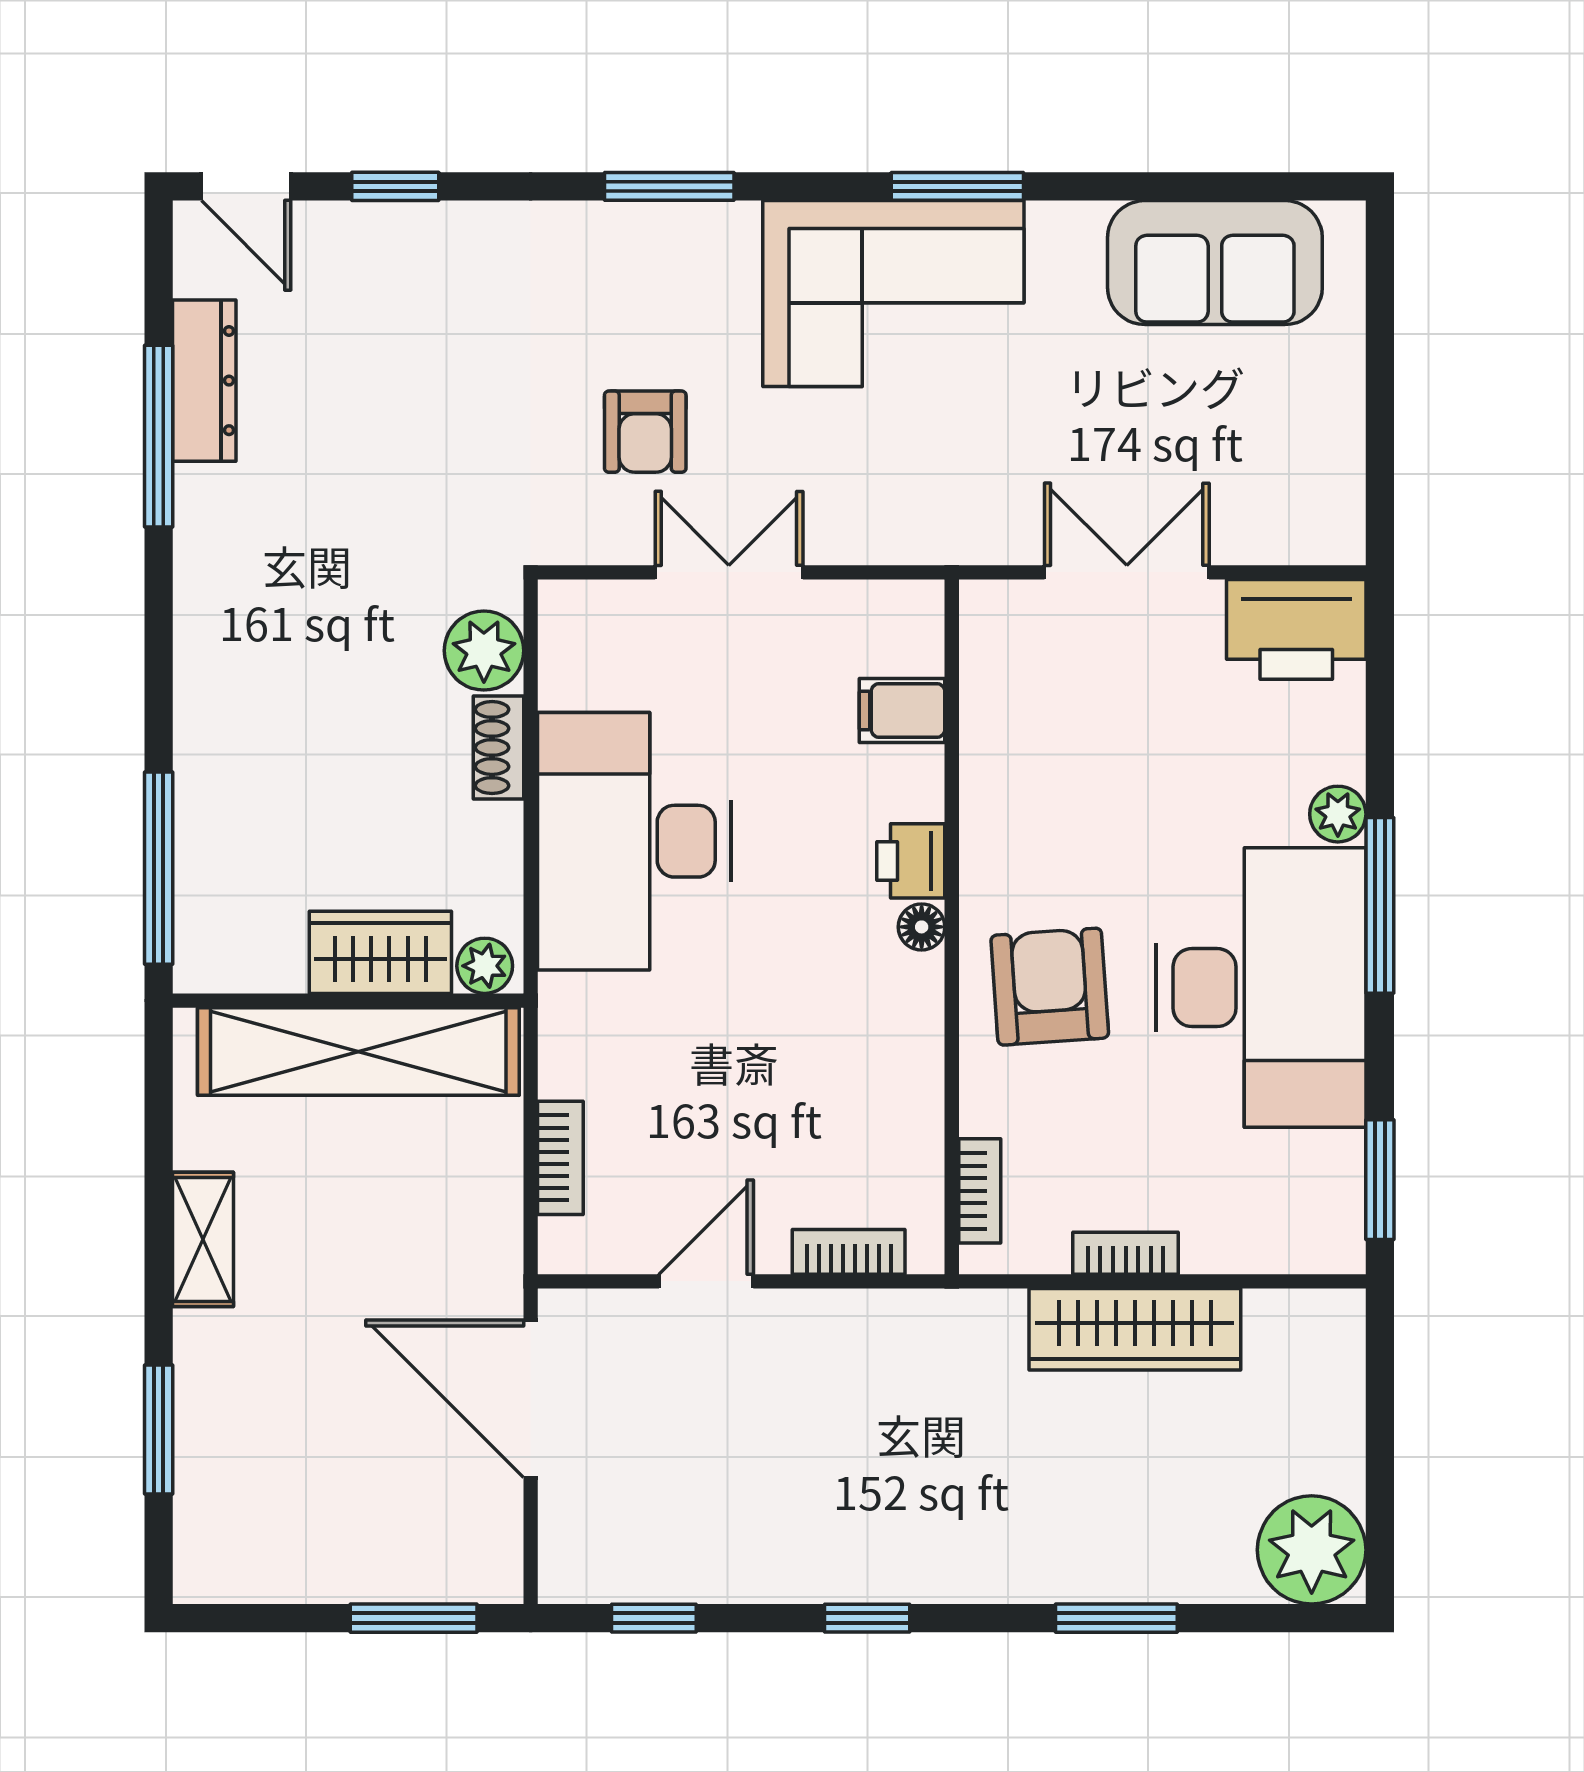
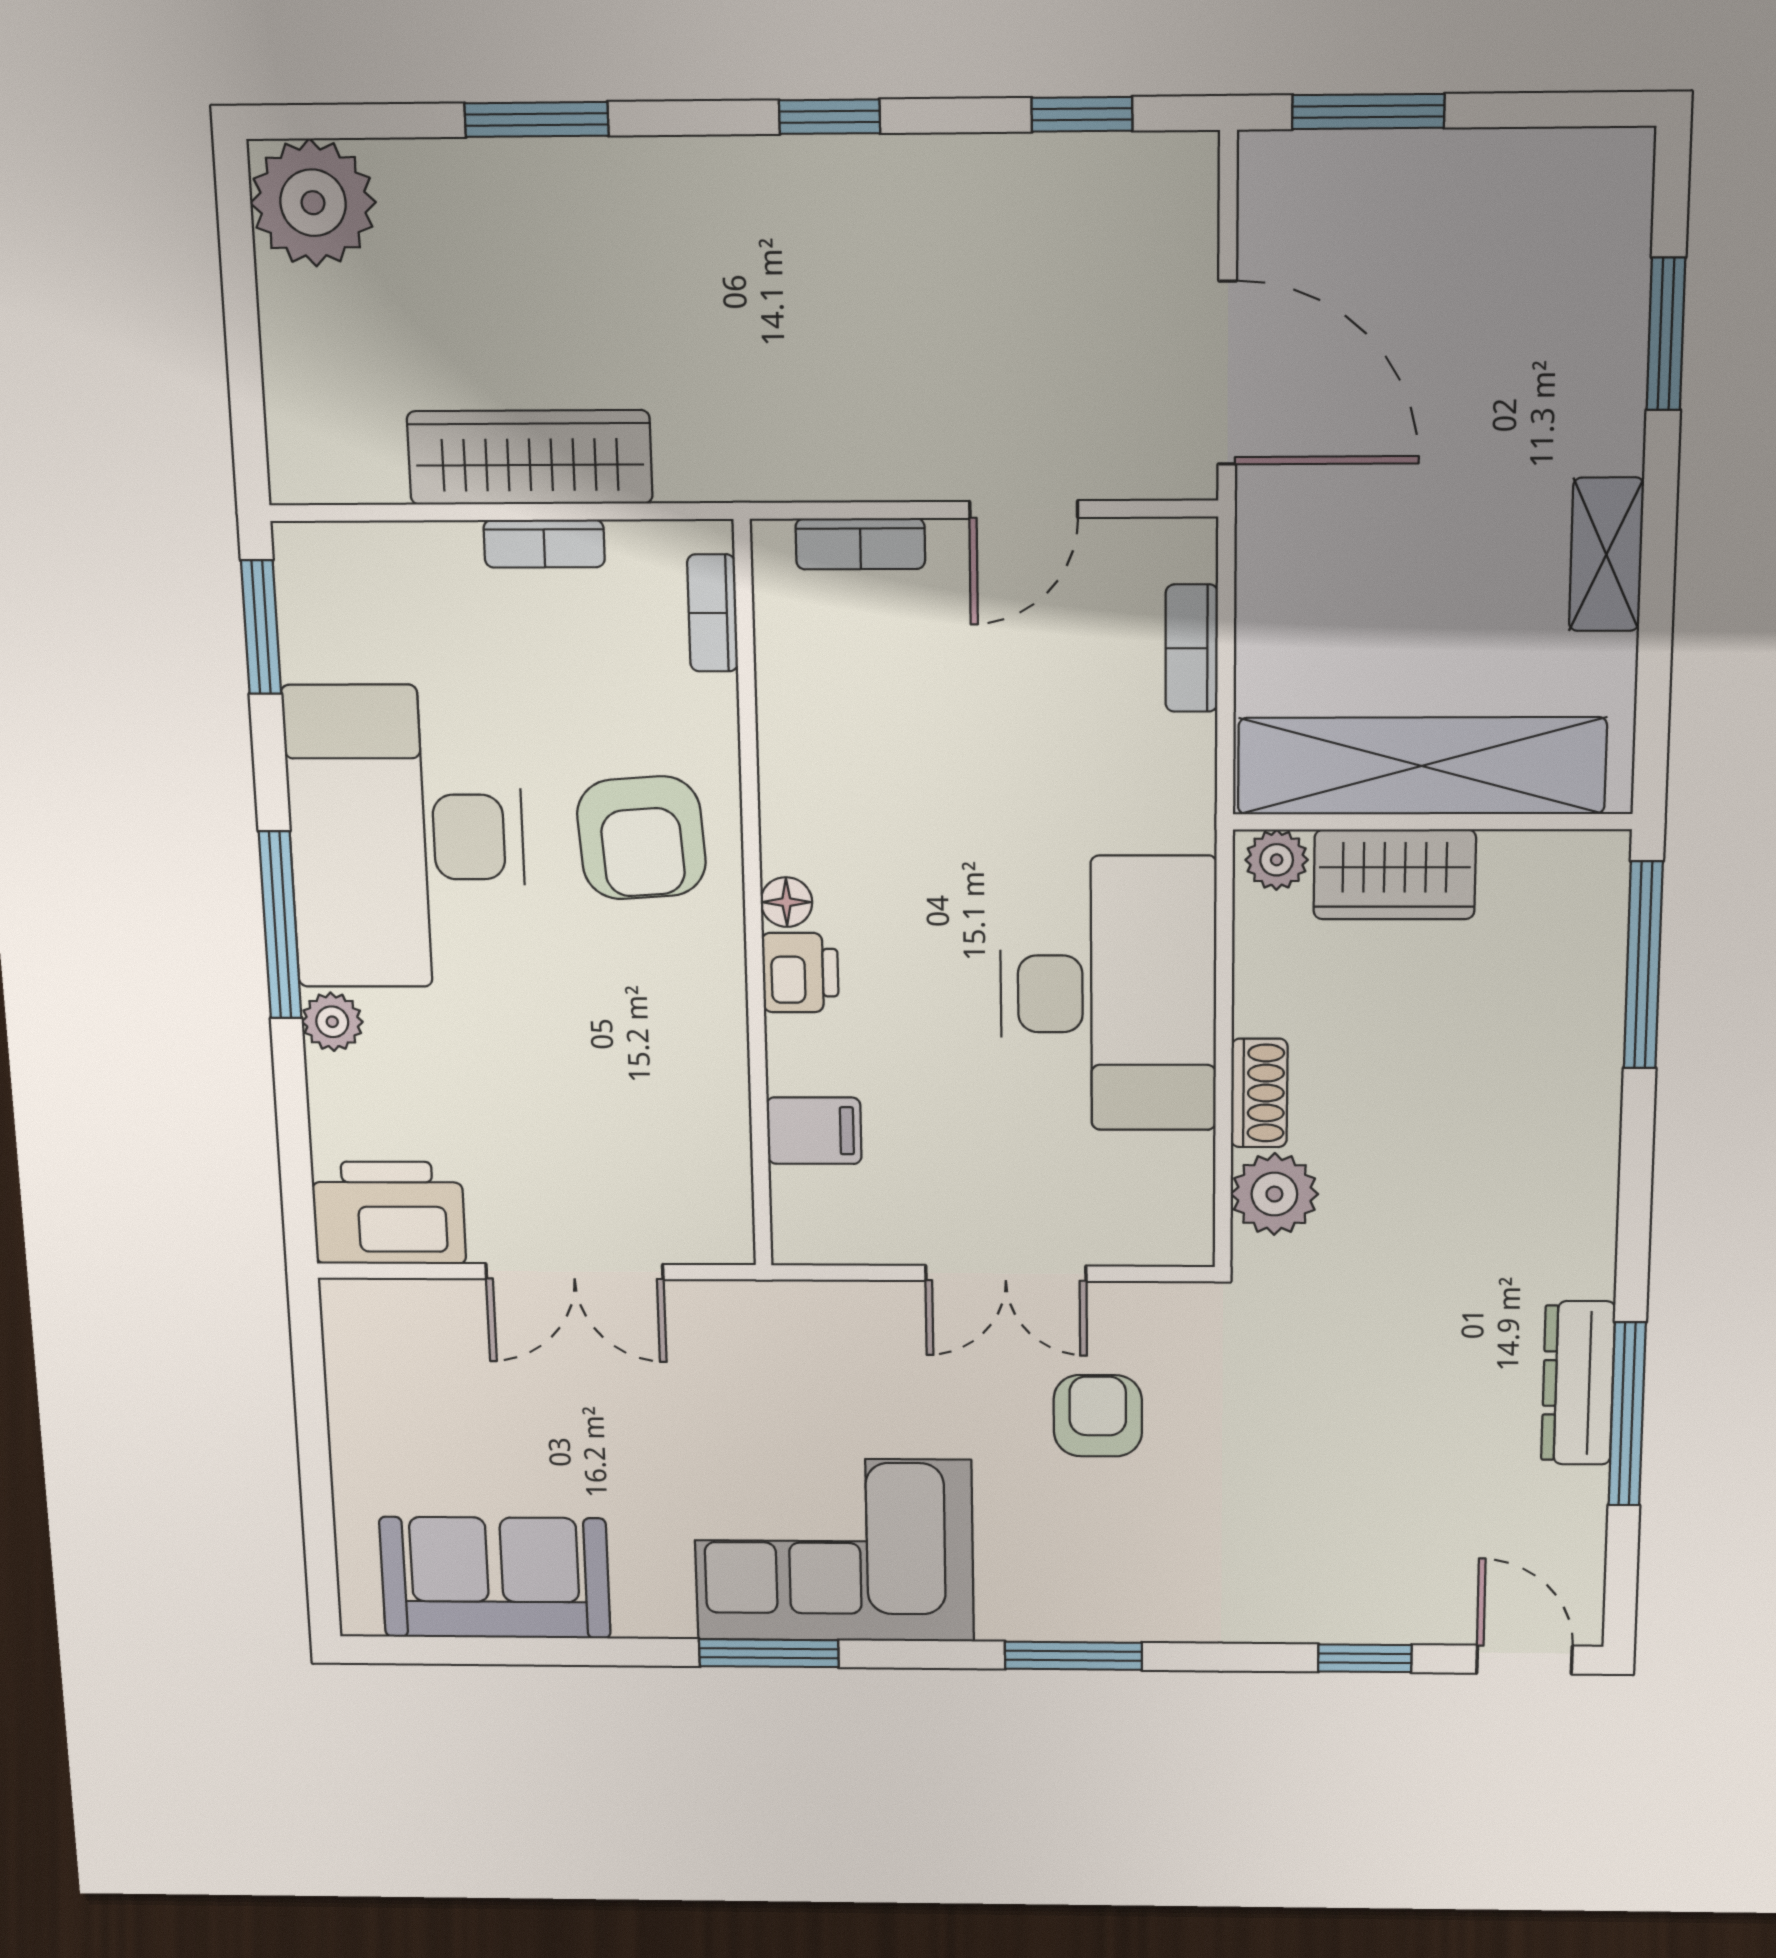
dresser: (204, 381) -> (1578, 1383), moved

